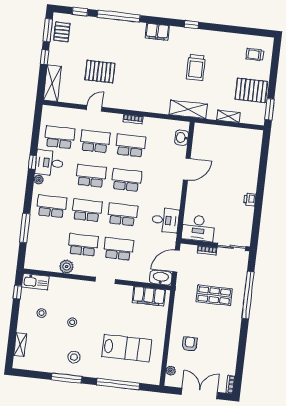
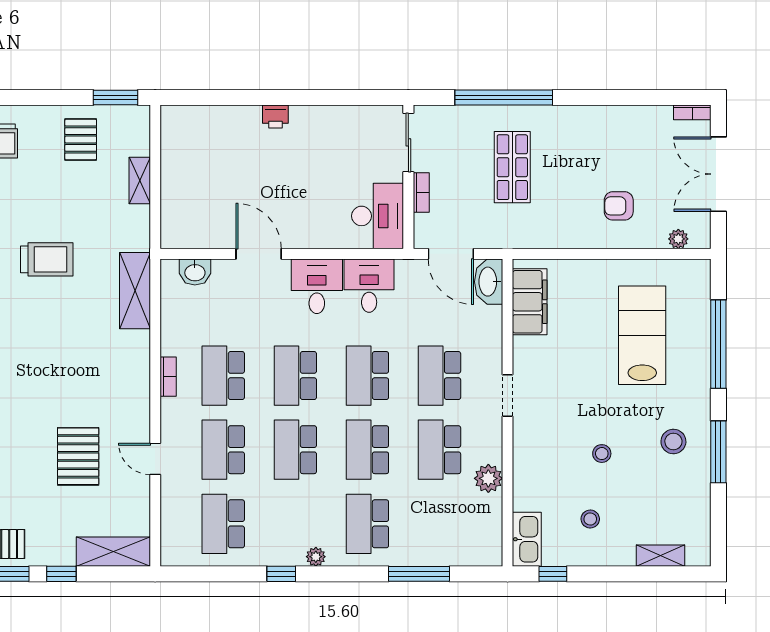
pallet: (251, 90) -> (81, 140), width x0.67, depth x0.71
shelving: (188, 109) -> (135, 291), moved
desk: (49, 163) -> (317, 286), moved, turned 180
printer: (250, 200) -> (275, 117), moved

